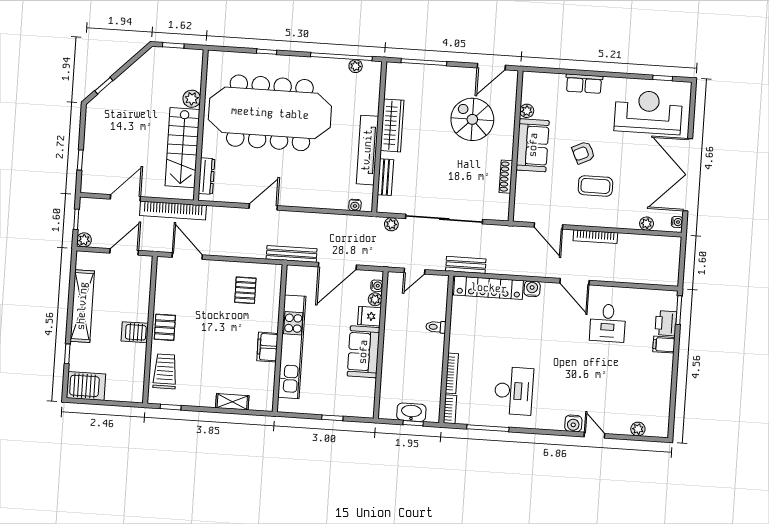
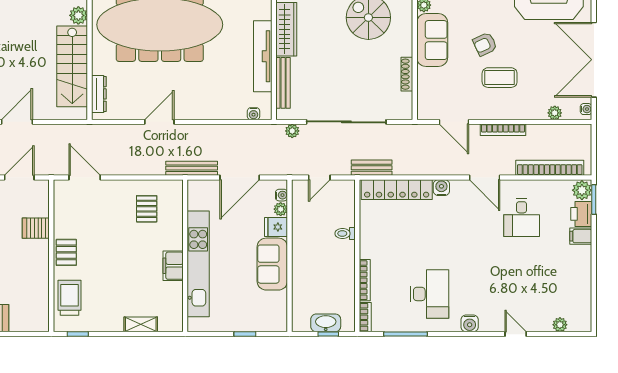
bench: (386, 177) -> (283, 83), width x1.36
bookcase: (173, 210) -> (550, 168), moved, turned 180
plant: (668, 300) -> (582, 190), added
server rack: (135, 332) -> (36, 228), moved
water cooler: (573, 423) -> (470, 323), moved

